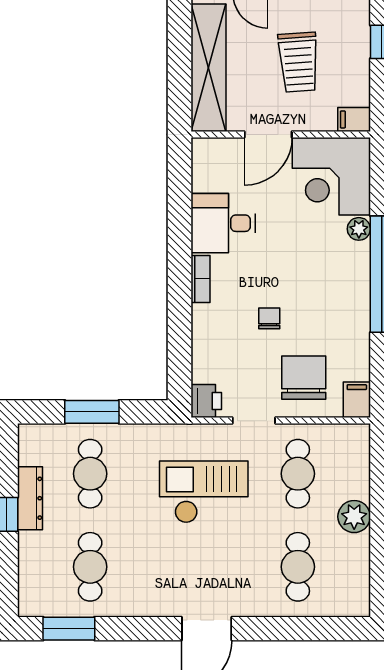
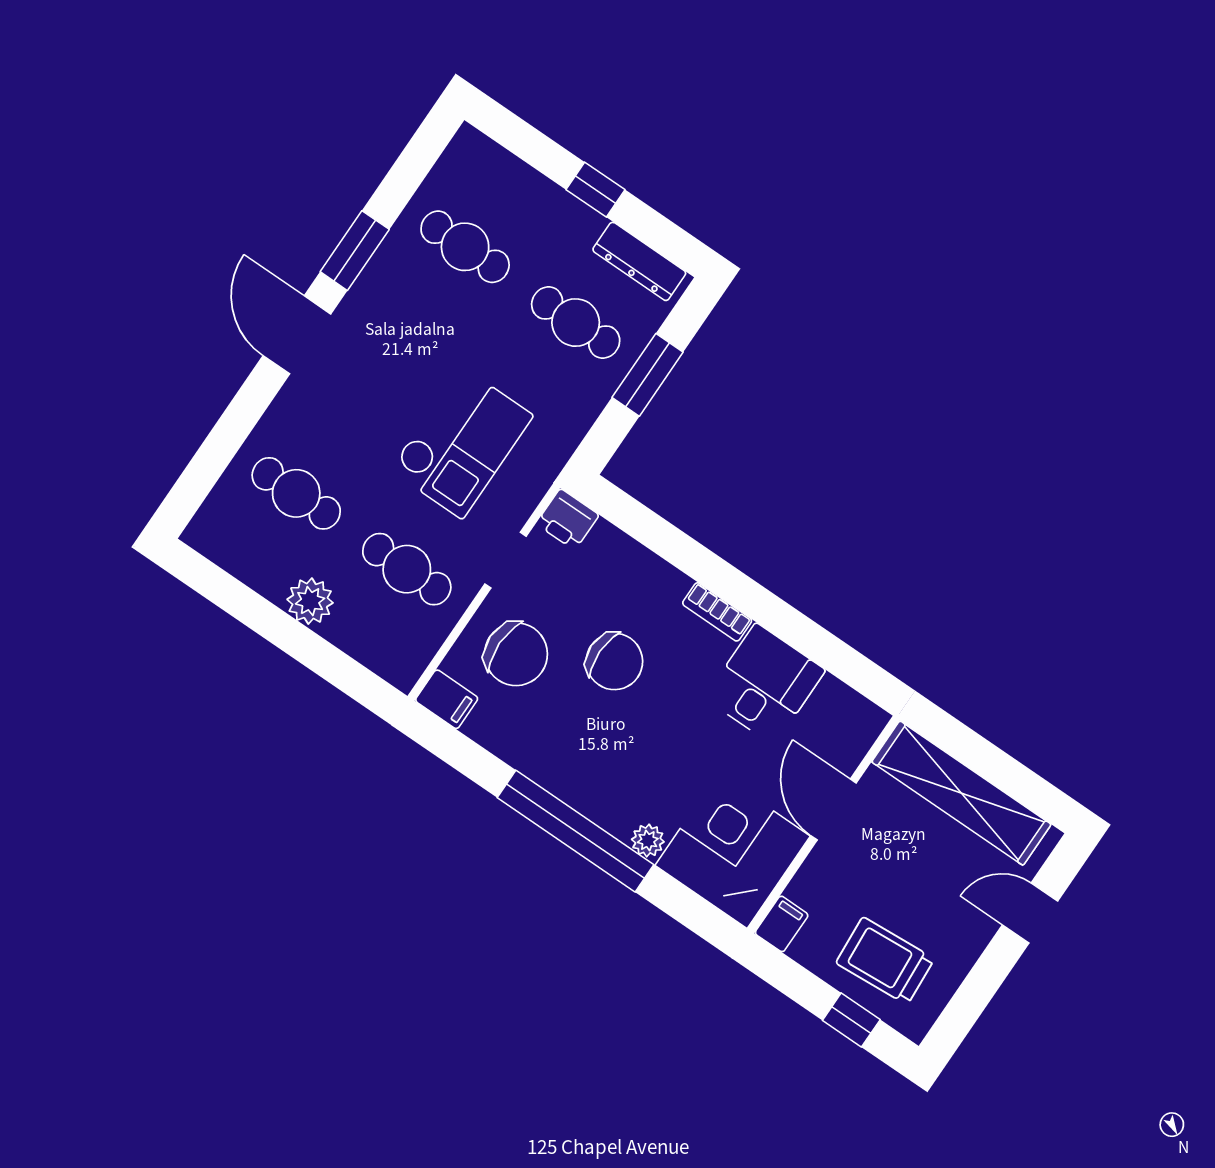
trolley: (298, 62) -> (885, 961), moved
chair: (269, 318) -> (614, 661), width x1.87, depth x1.87
dresser: (30, 498) -> (639, 261), moved
window: (69, 629) -> (355, 251), moved

